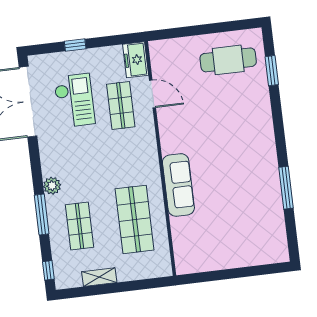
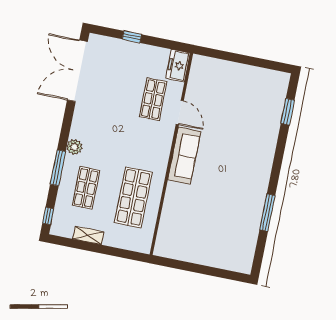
cafe table: (228, 60) -> (254, 91), removed
door: (152, 94) -> (180, 112), moved
checkout: (74, 100) -> (116, 83), removed
sofa: (178, 185) -> (184, 156), moved

